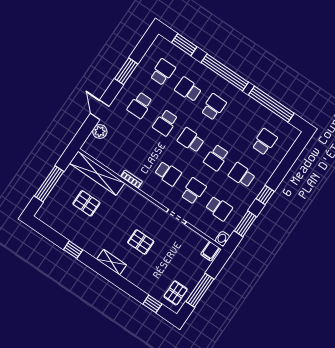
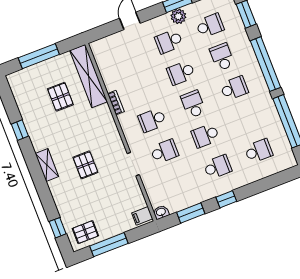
plant: (100, 132) -> (178, 16), moved
school desk: (168, 173) -> (152, 120), turned 90
school desk: (242, 175) -> (218, 167), turned 90
school desk: (219, 208) -> (177, 183), removed

